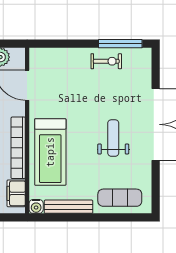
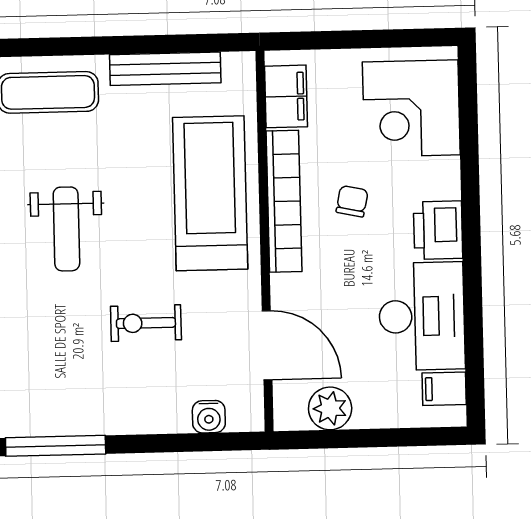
exercise bike: (106, 61) -> (146, 323), moved
water cooler: (36, 206) -> (209, 417), moved, turned 180

